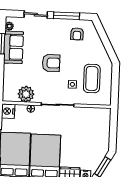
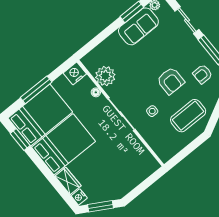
armchair: (51, 63) -> (171, 81), moved
coffee table: (92, 78) -> (188, 116), moved

